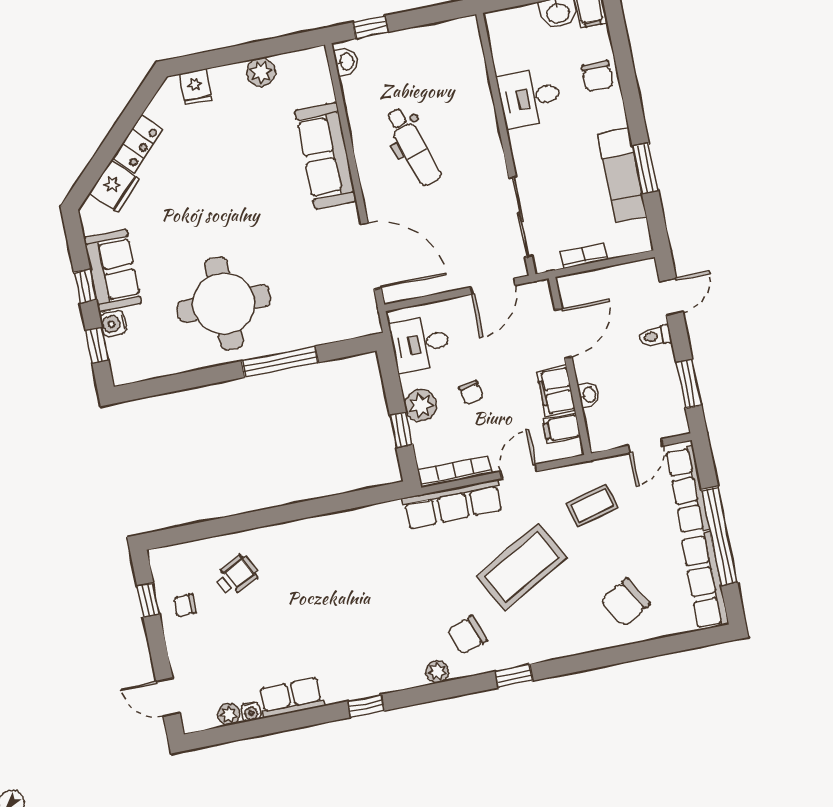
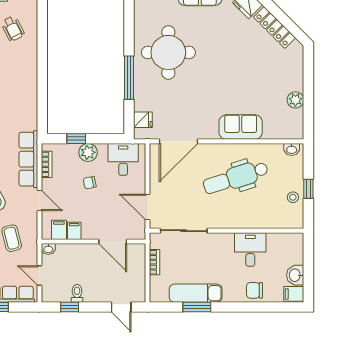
window: (370, 27) -> (308, 189), moved
stool: (427, 43) -> (293, 197), added
fridge: (196, 87) -> (143, 120), moved, turned 180
locker: (138, 144) -> (274, 27), width x1.53
dental chair: (413, 147) -> (236, 178), width x1.36, depth x1.38
sofa: (326, 156) -> (241, 127), width x0.73
toilet: (655, 336) -> (77, 293), moved
window: (689, 384) -> (70, 307), width x0.67
filing cabinet: (556, 391) -> (74, 231), width x0.50
washbasin: (589, 395) -> (48, 249), moved
bookcase: (455, 472) -> (47, 164), width x0.64

